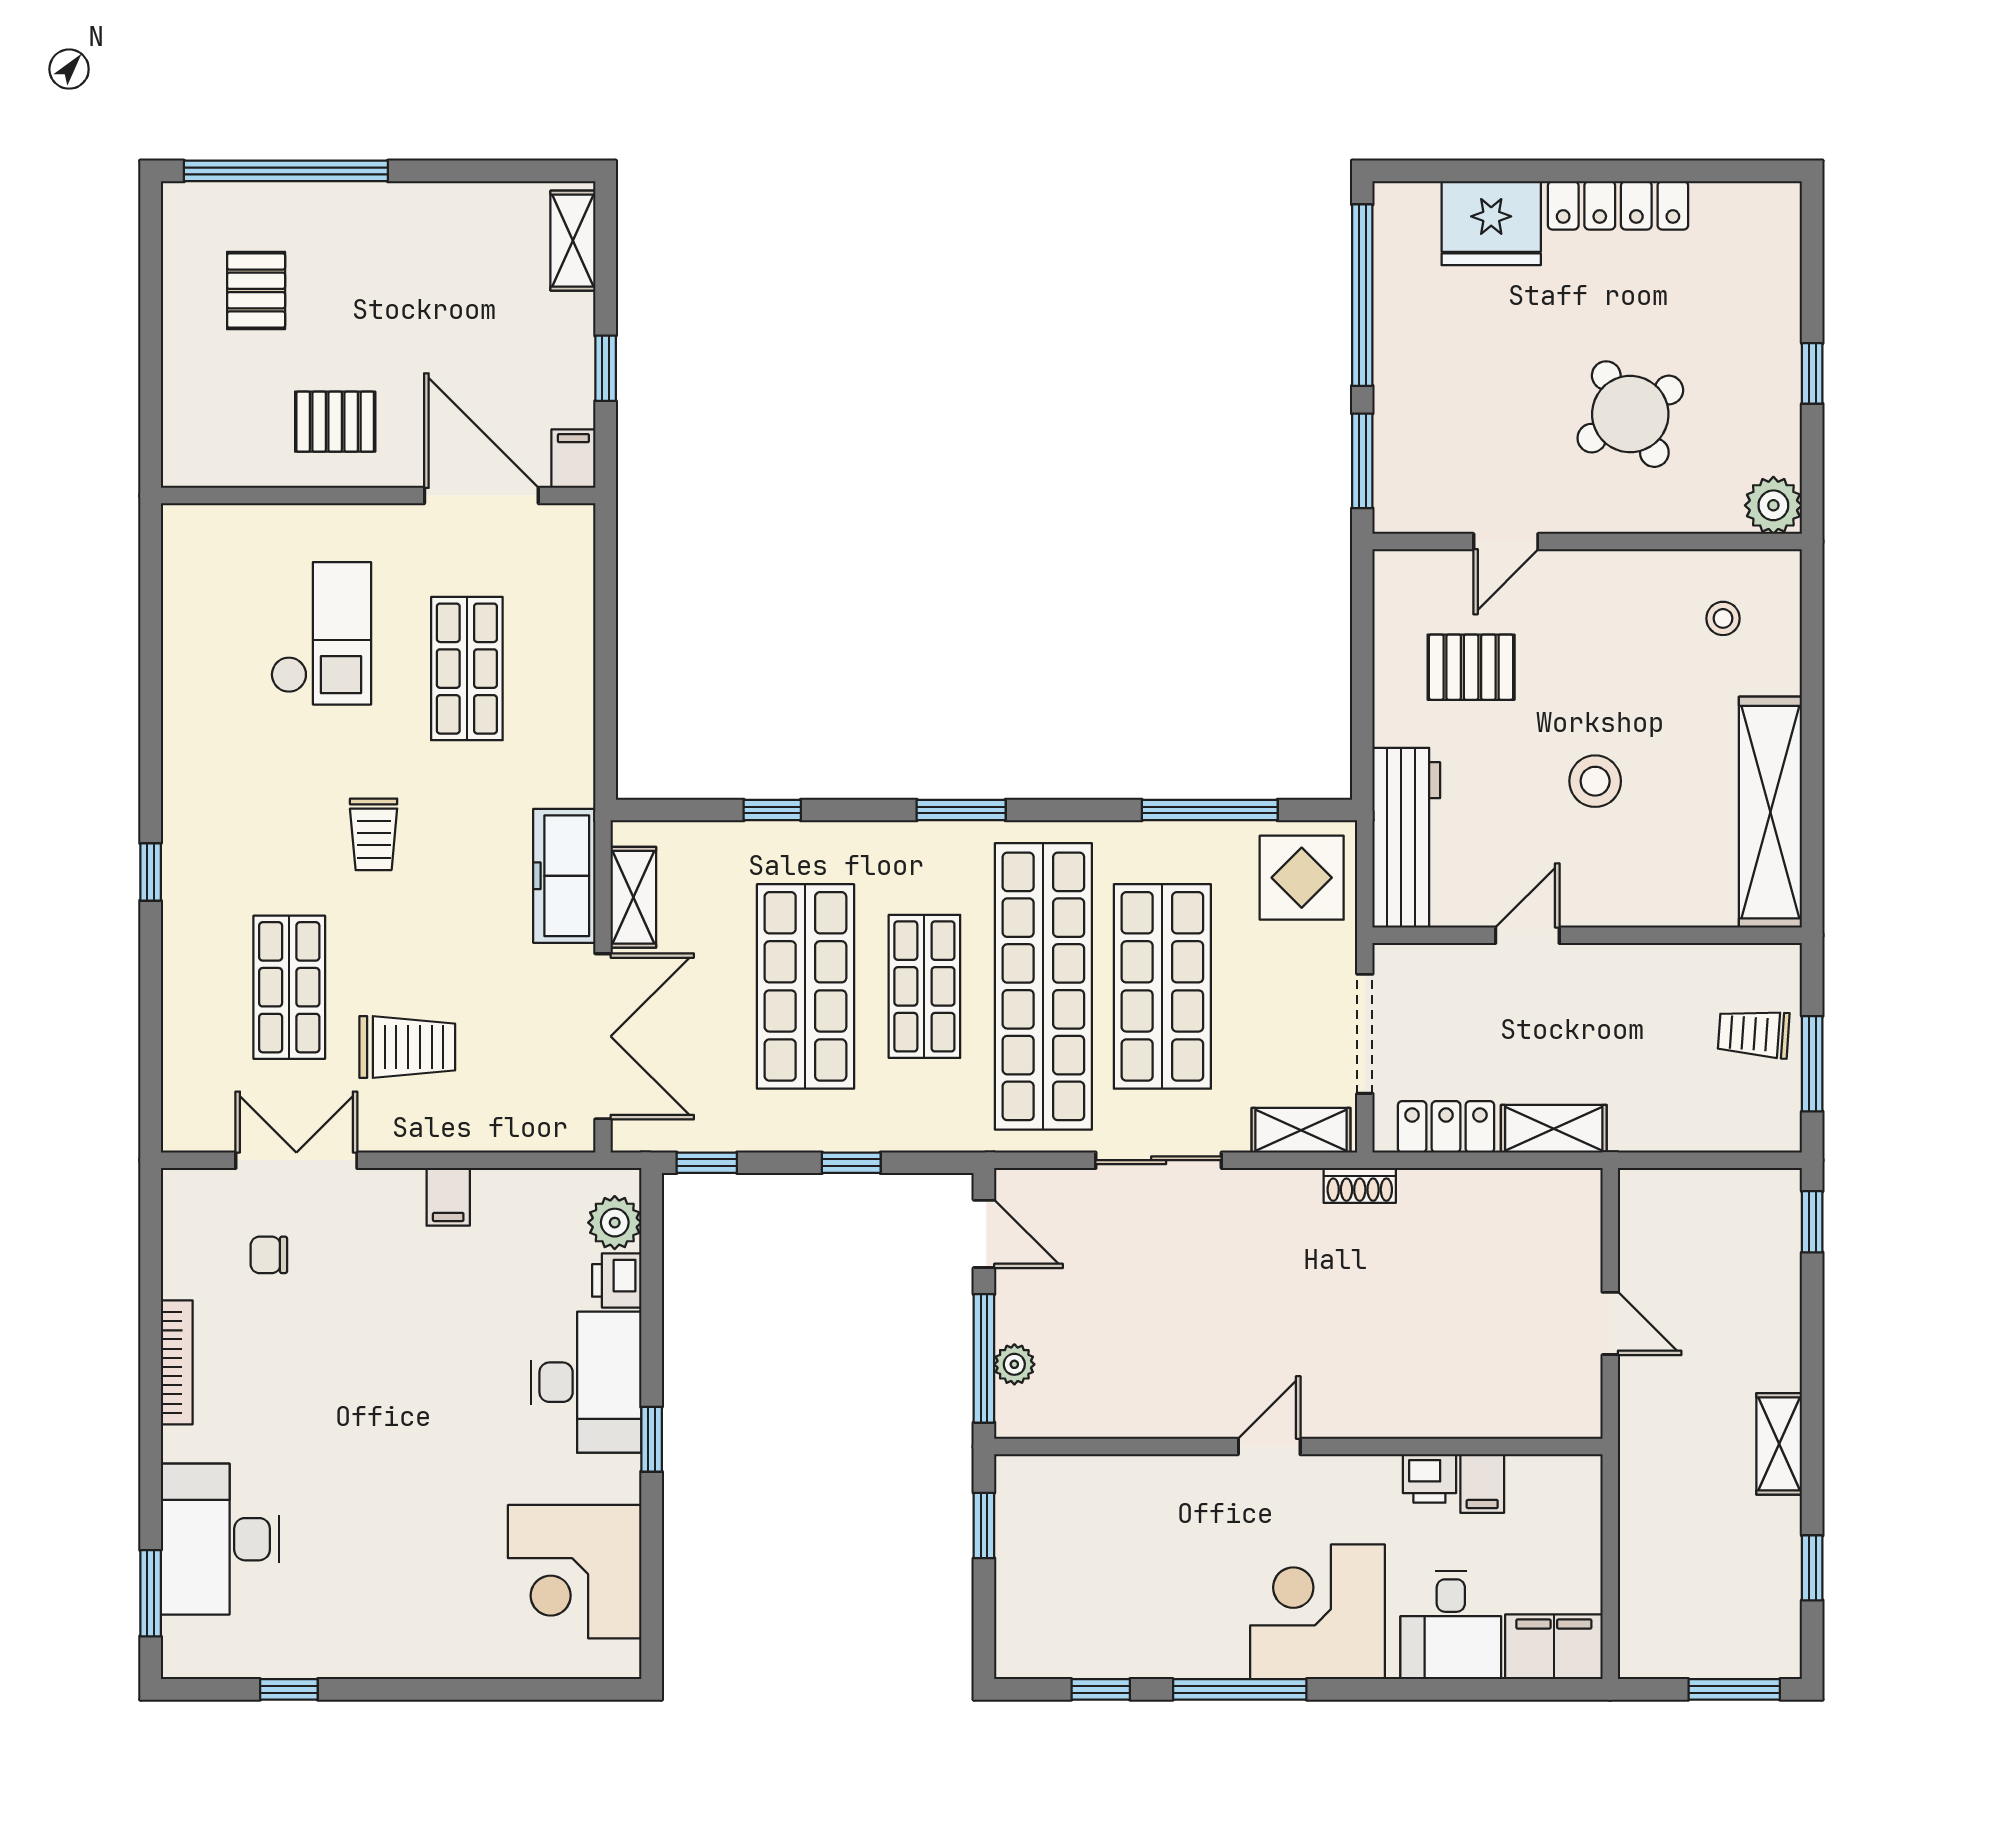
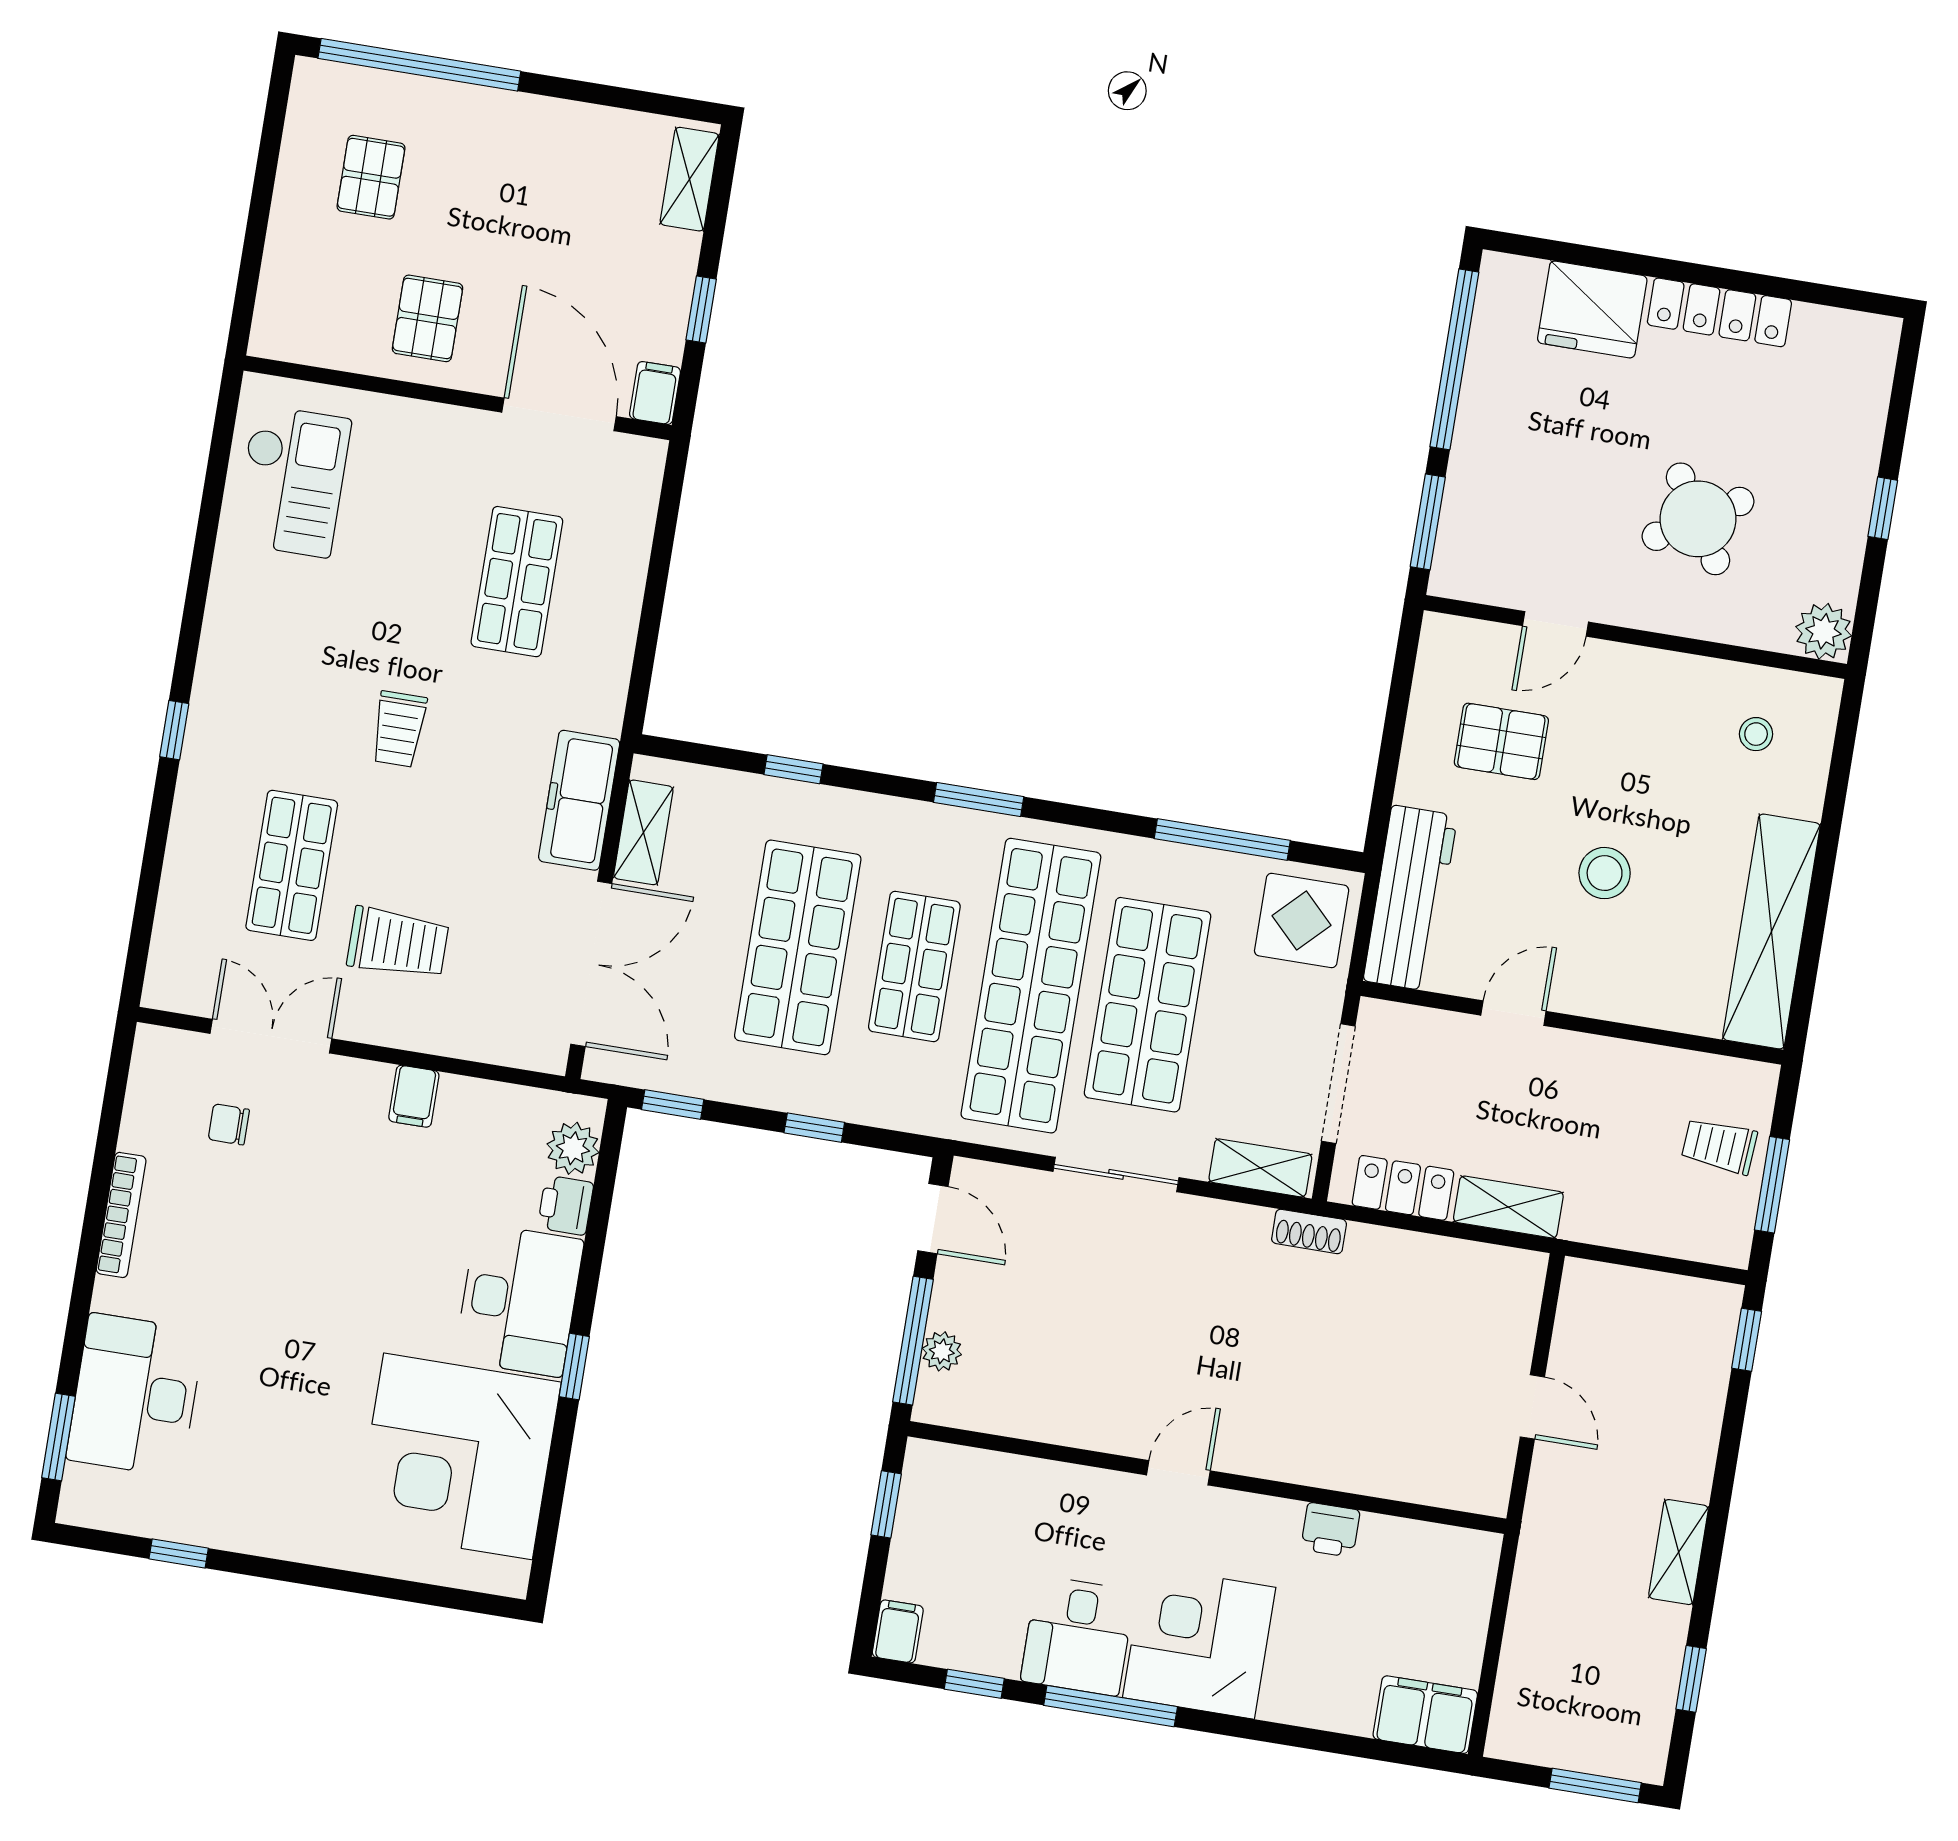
pallet: (335, 422) -> (428, 318), turned 90
checkout: (321, 633) -> (292, 481), moved
filing cabinet: (1482, 1483) -> (898, 1631), moved, turned 180
corner desk: (575, 1572) -> (458, 1456), width x1.36, depth x1.36
desk: (1451, 1625) -> (1078, 1636), moved

